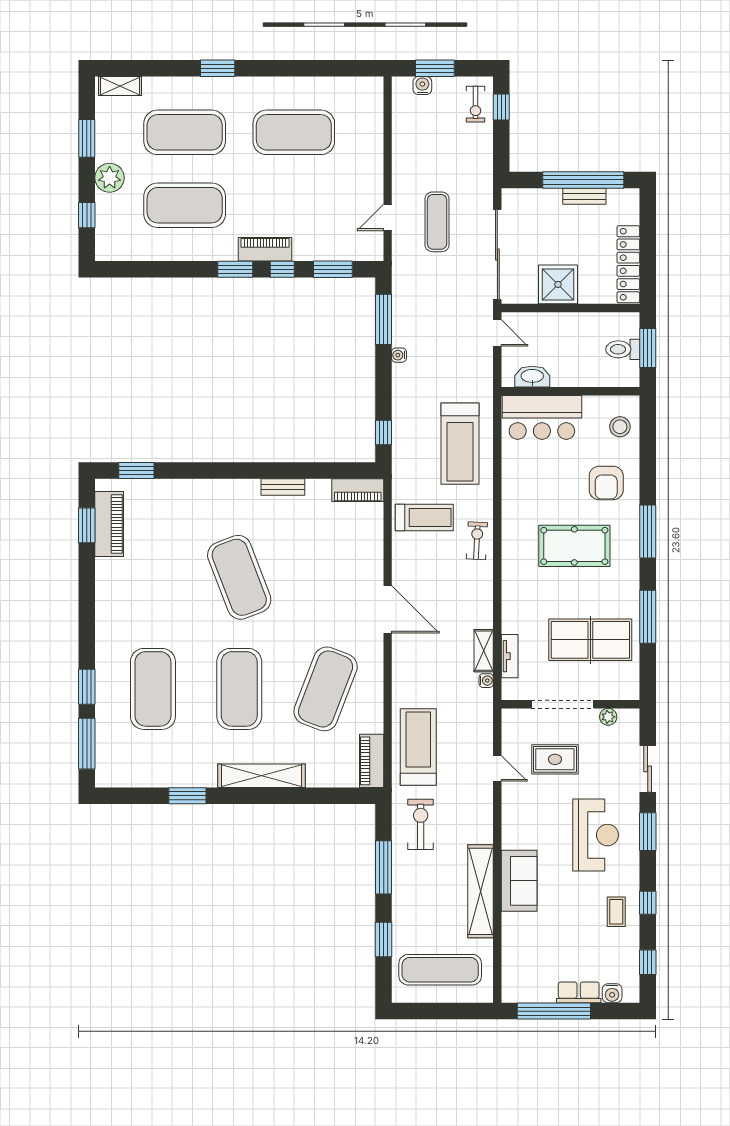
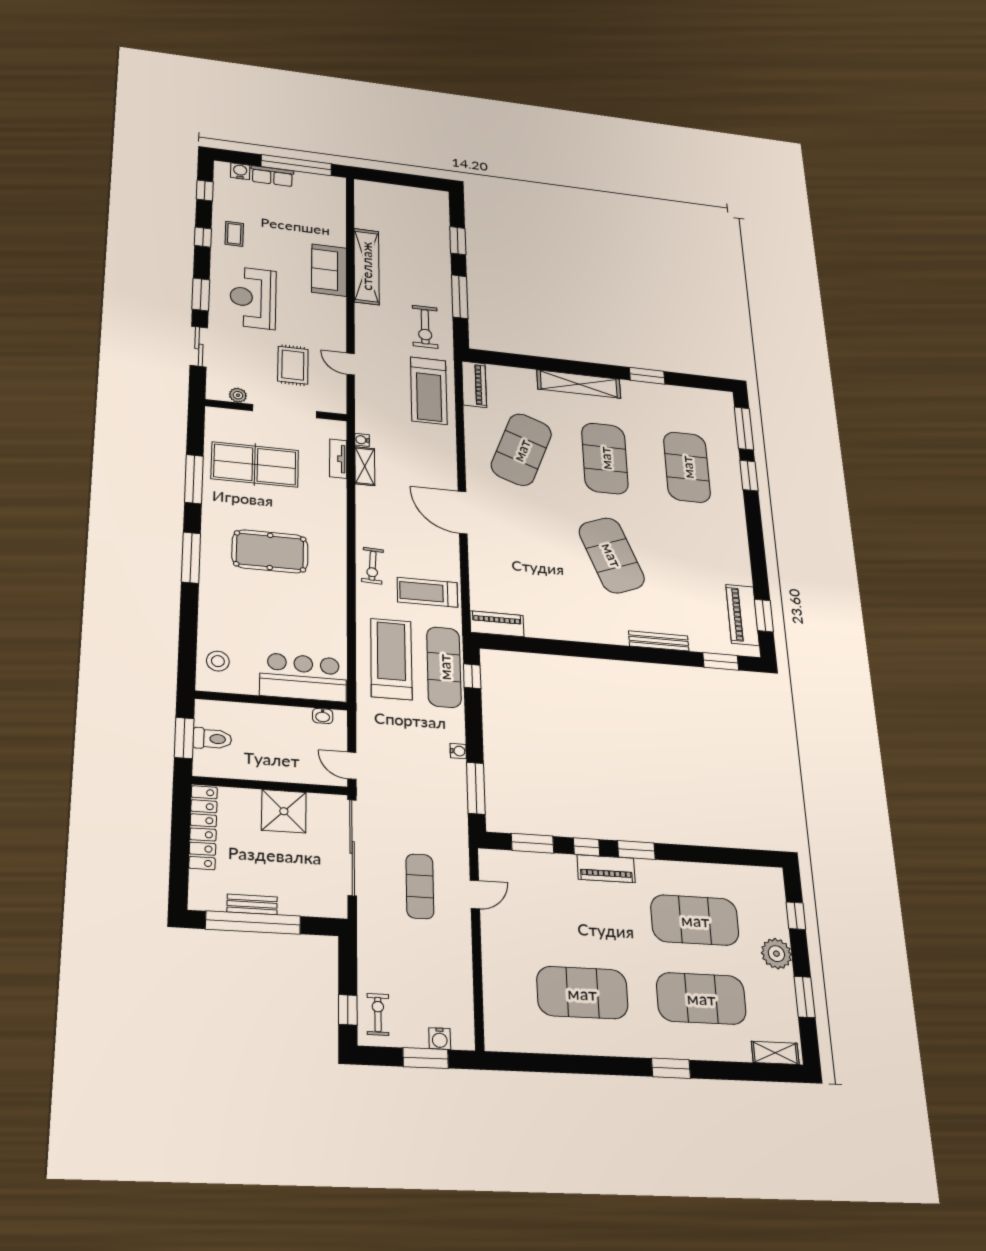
washbasin: (532, 377) -> (323, 716), width x0.52, depth x0.69
armchair: (606, 483) -> (234, 608), removed
bench: (283, 487) -> (659, 641), moved, width x1.36
rug: (555, 759) -> (293, 365), turned 90
exercise mat: (440, 970) -> (444, 667), moved, turned 90

